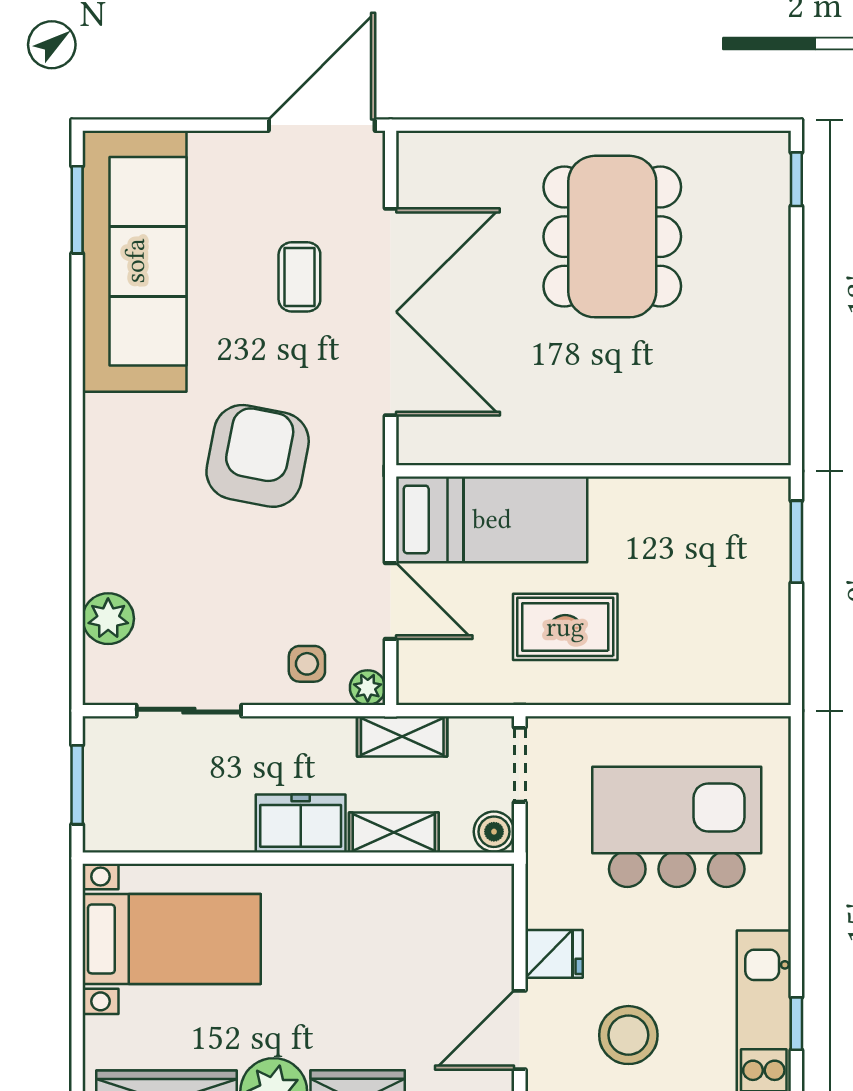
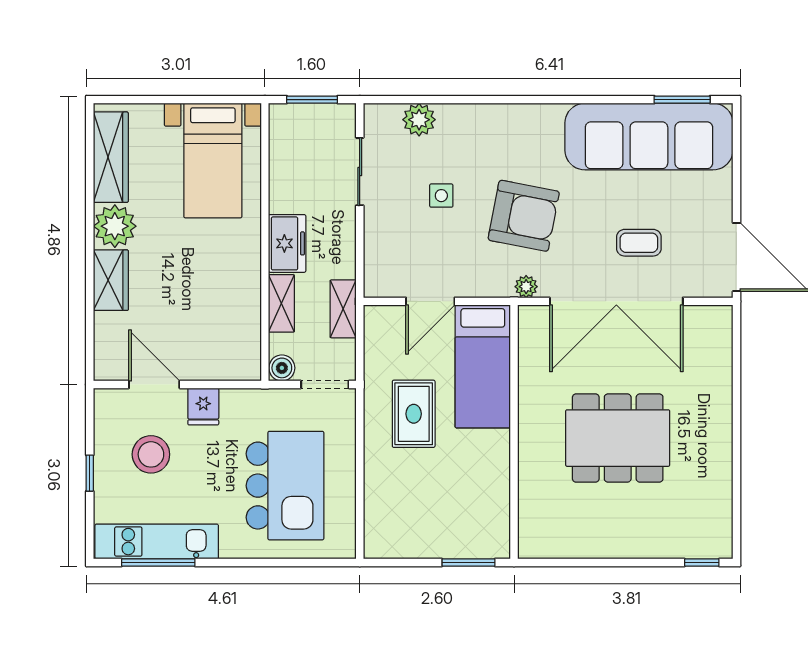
dining table: (612, 237) -> (618, 438), moved
side table: (307, 664) -> (441, 196), moved
plant: (368, 688) -> (526, 287), moved
window: (796, 1024) -> (158, 562), width x2.17

